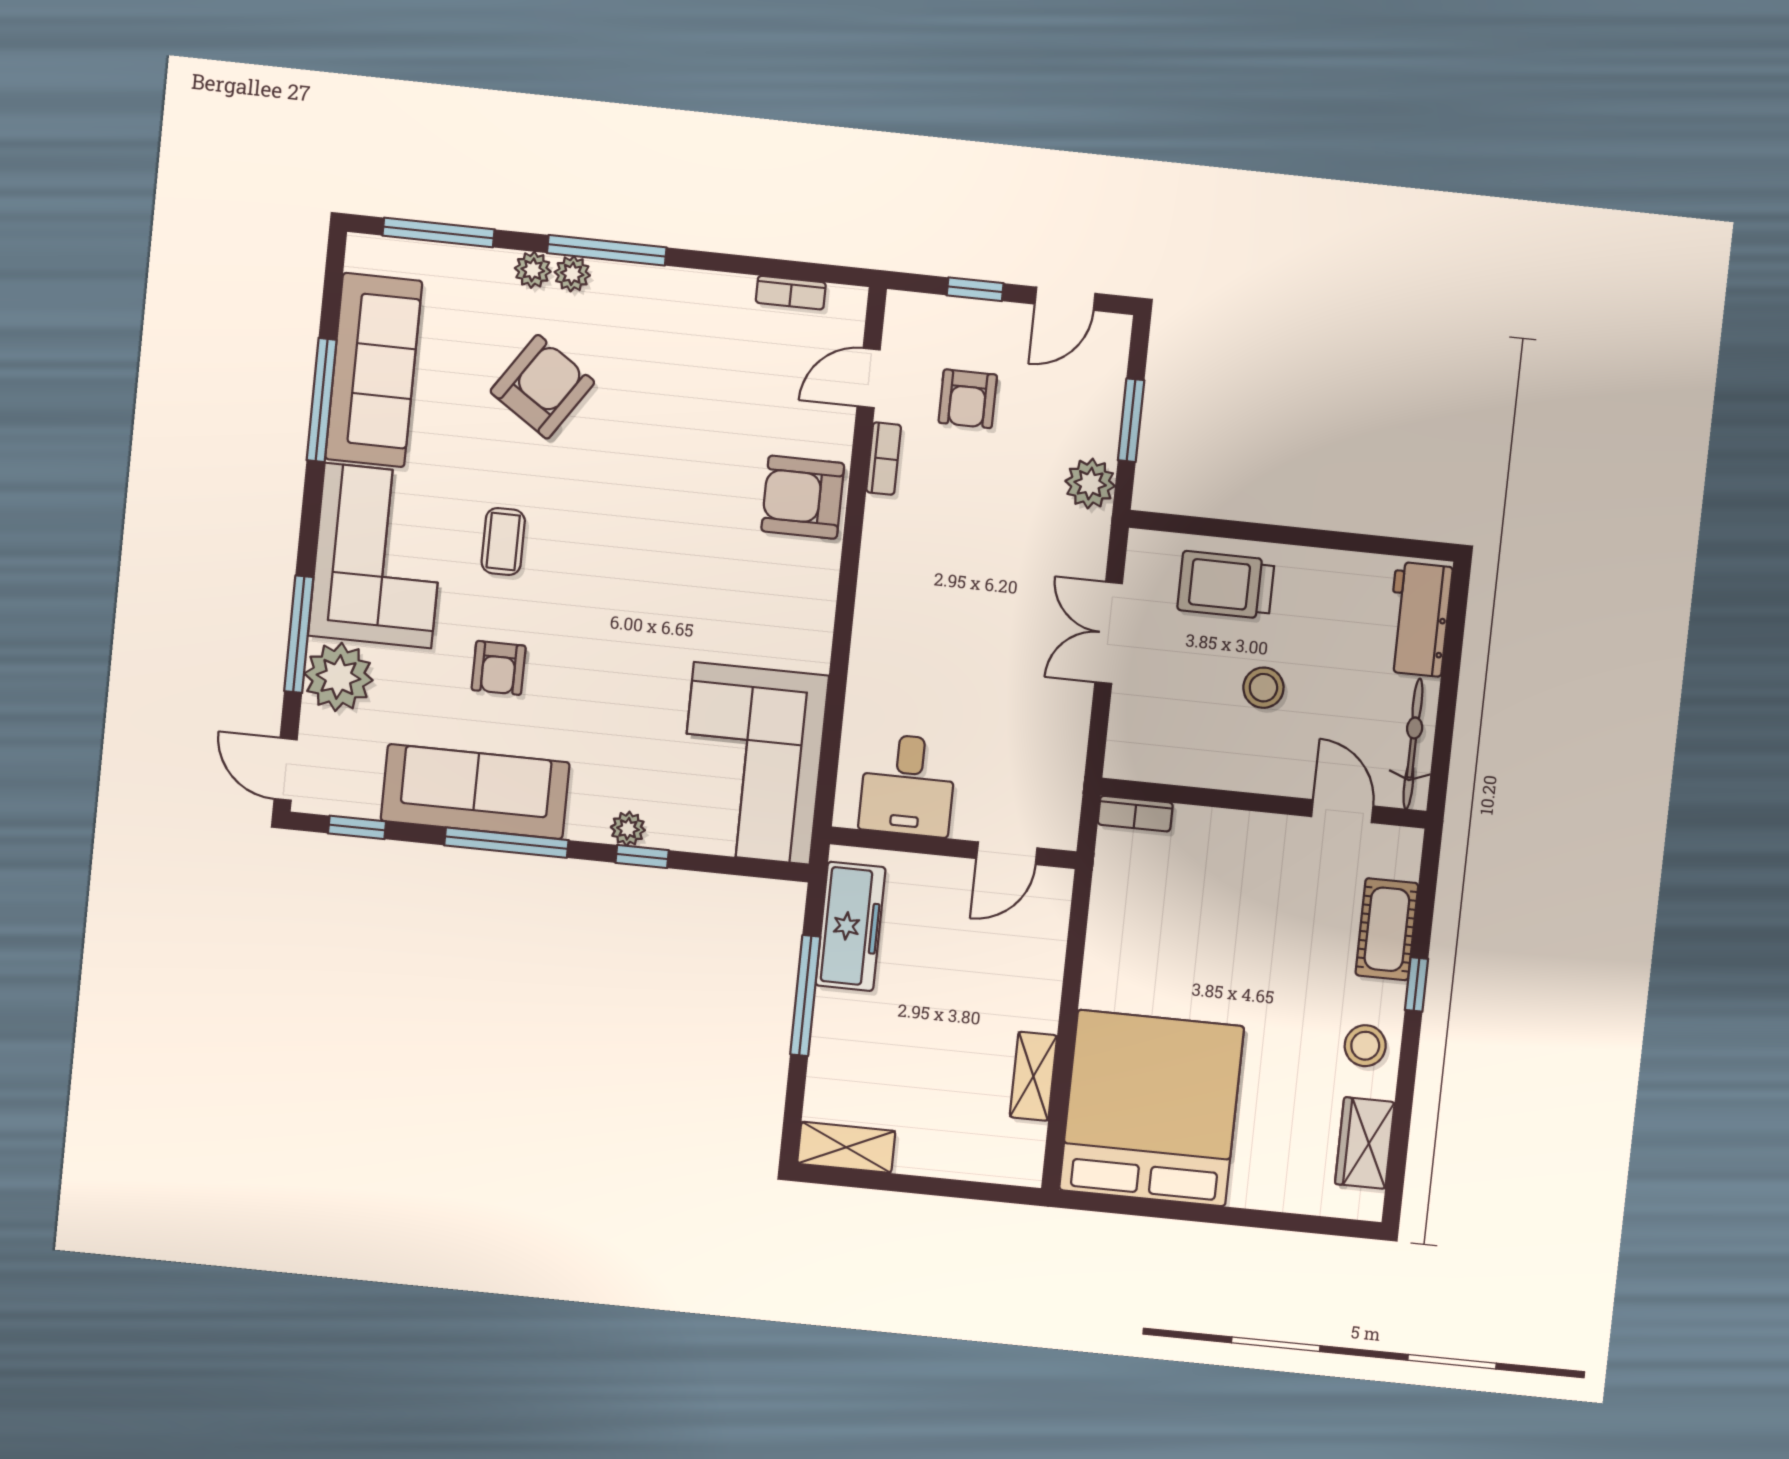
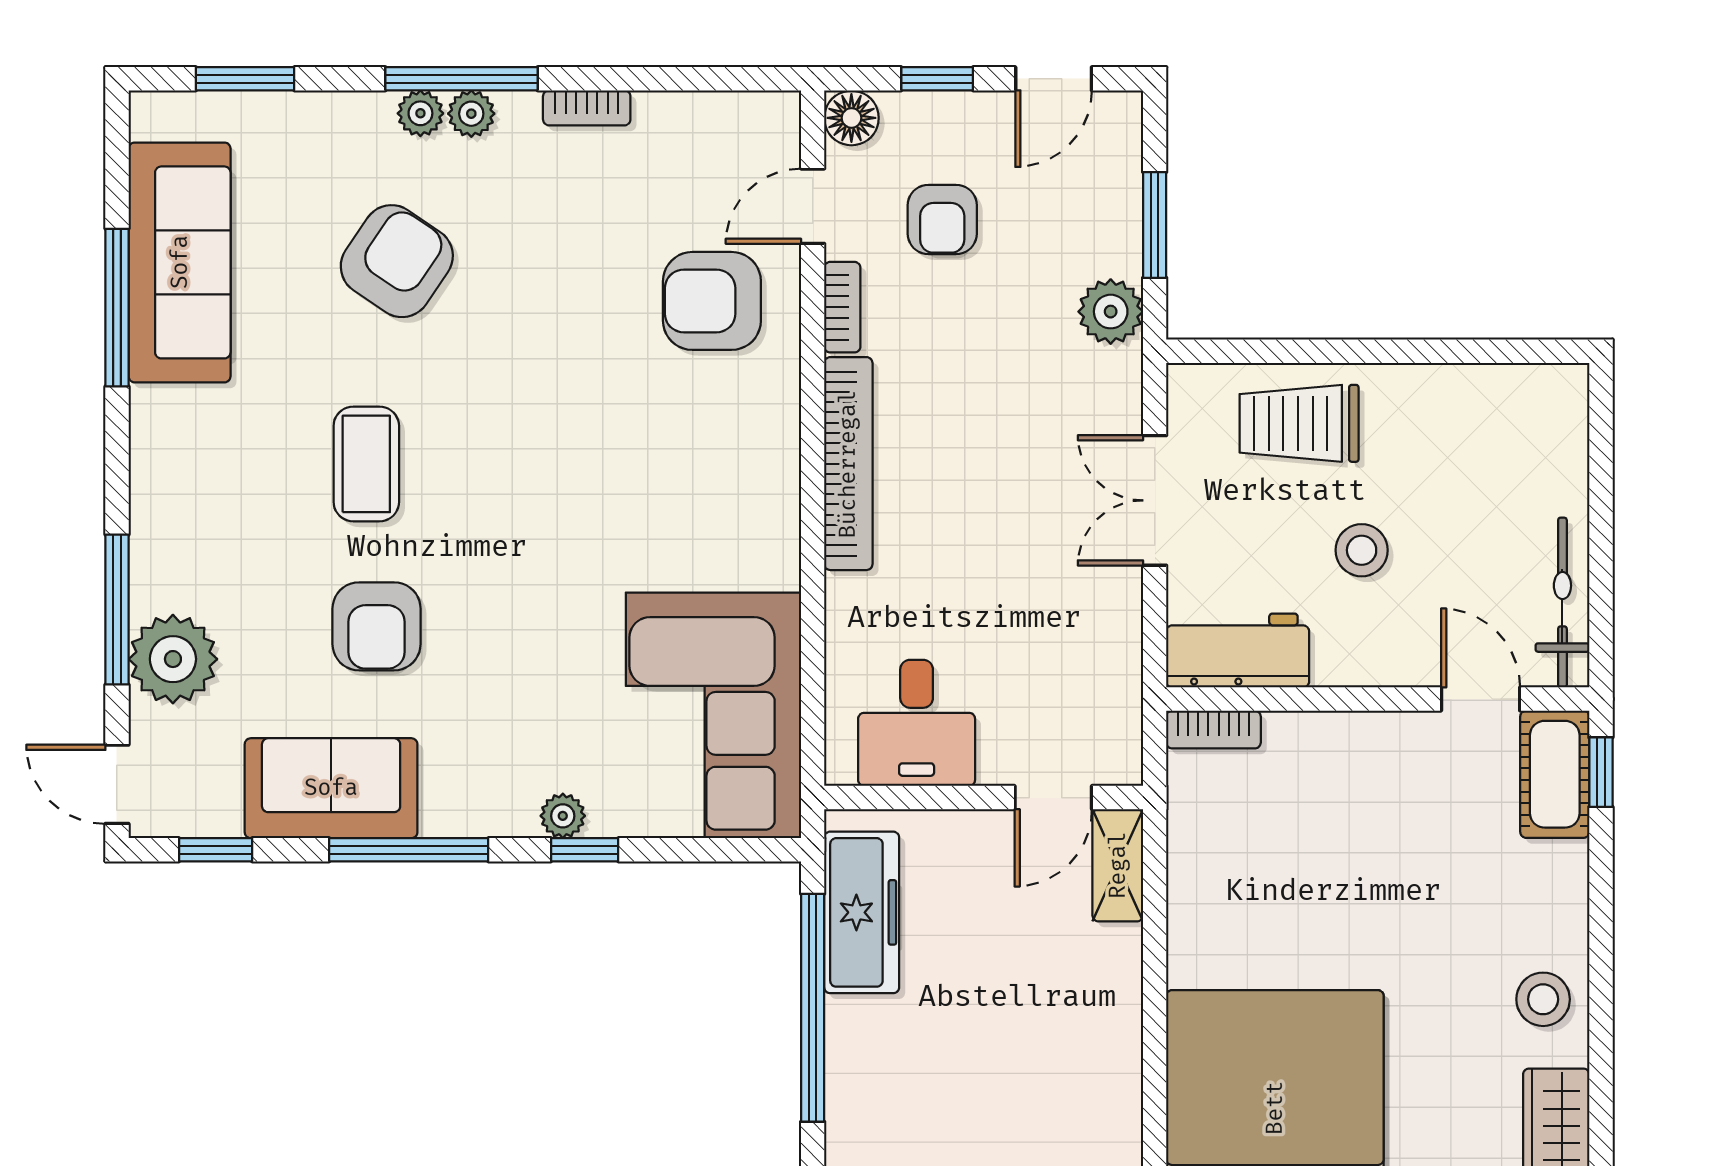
window: (439, 232) -> (245, 79), width x0.69
plant: (533, 270) -> (471, 114), moved
bookcase: (791, 293) -> (587, 108), moved
floor lamp: (906, 313) -> (851, 118), added
armchair: (803, 497) -> (712, 301), moved
coffee table: (503, 542) -> (366, 464), width x1.36, depth x1.30
corner sofa: (378, 556) -> (208, 499), removed
bookcase: (876, 580) -> (848, 464), added
workbench: (1419, 619) -> (1238, 650), moved, turned 90
armchair: (499, 668) -> (377, 626), width x1.38, depth x1.38
sofa: (475, 792) -> (331, 788), width x0.73
cot: (1387, 929) -> (1555, 774), moved
window: (1416, 984) -> (1601, 772), moved
window: (805, 996) -> (813, 1008), width x1.46
shelving: (1033, 1076) -> (1118, 865), moved

